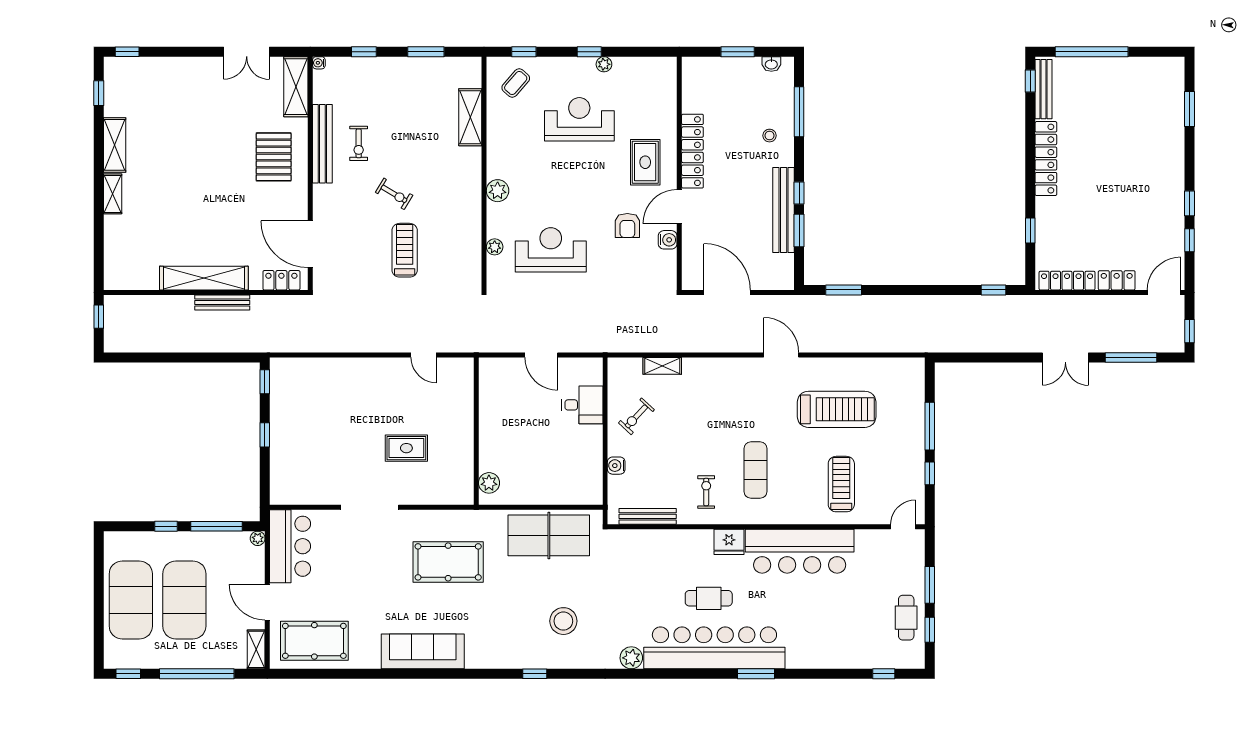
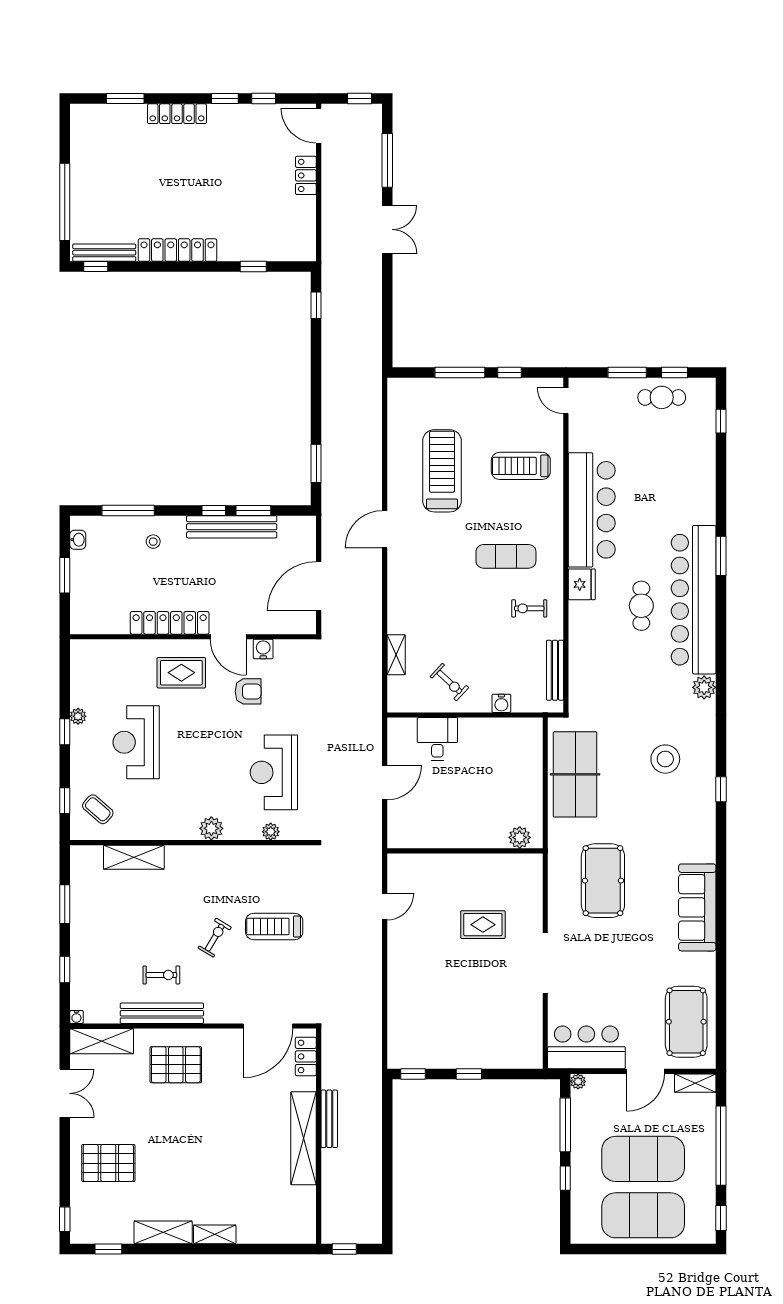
pallet: (180, 93) -> (108, 1163), added
locker: (1067, 281) -> (177, 114), moved, turned -90
rug: (406, 448) -> (483, 925), turned 90

